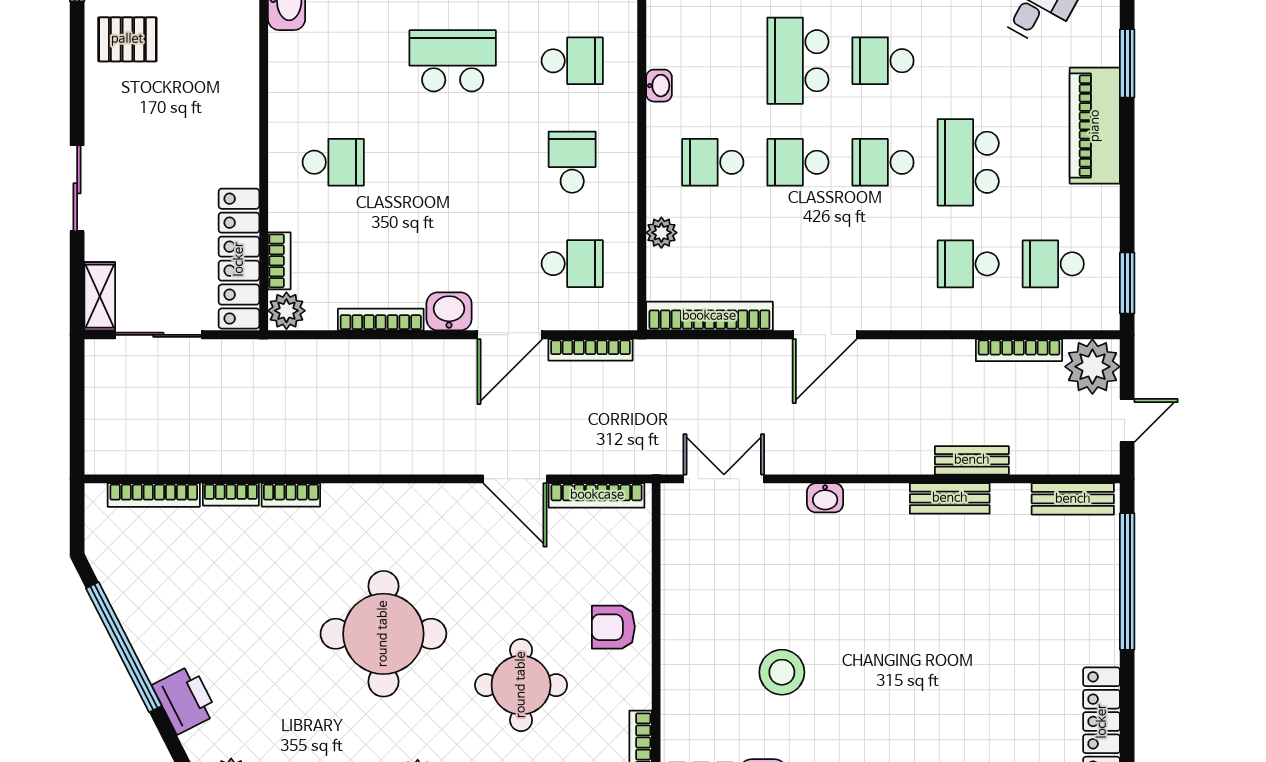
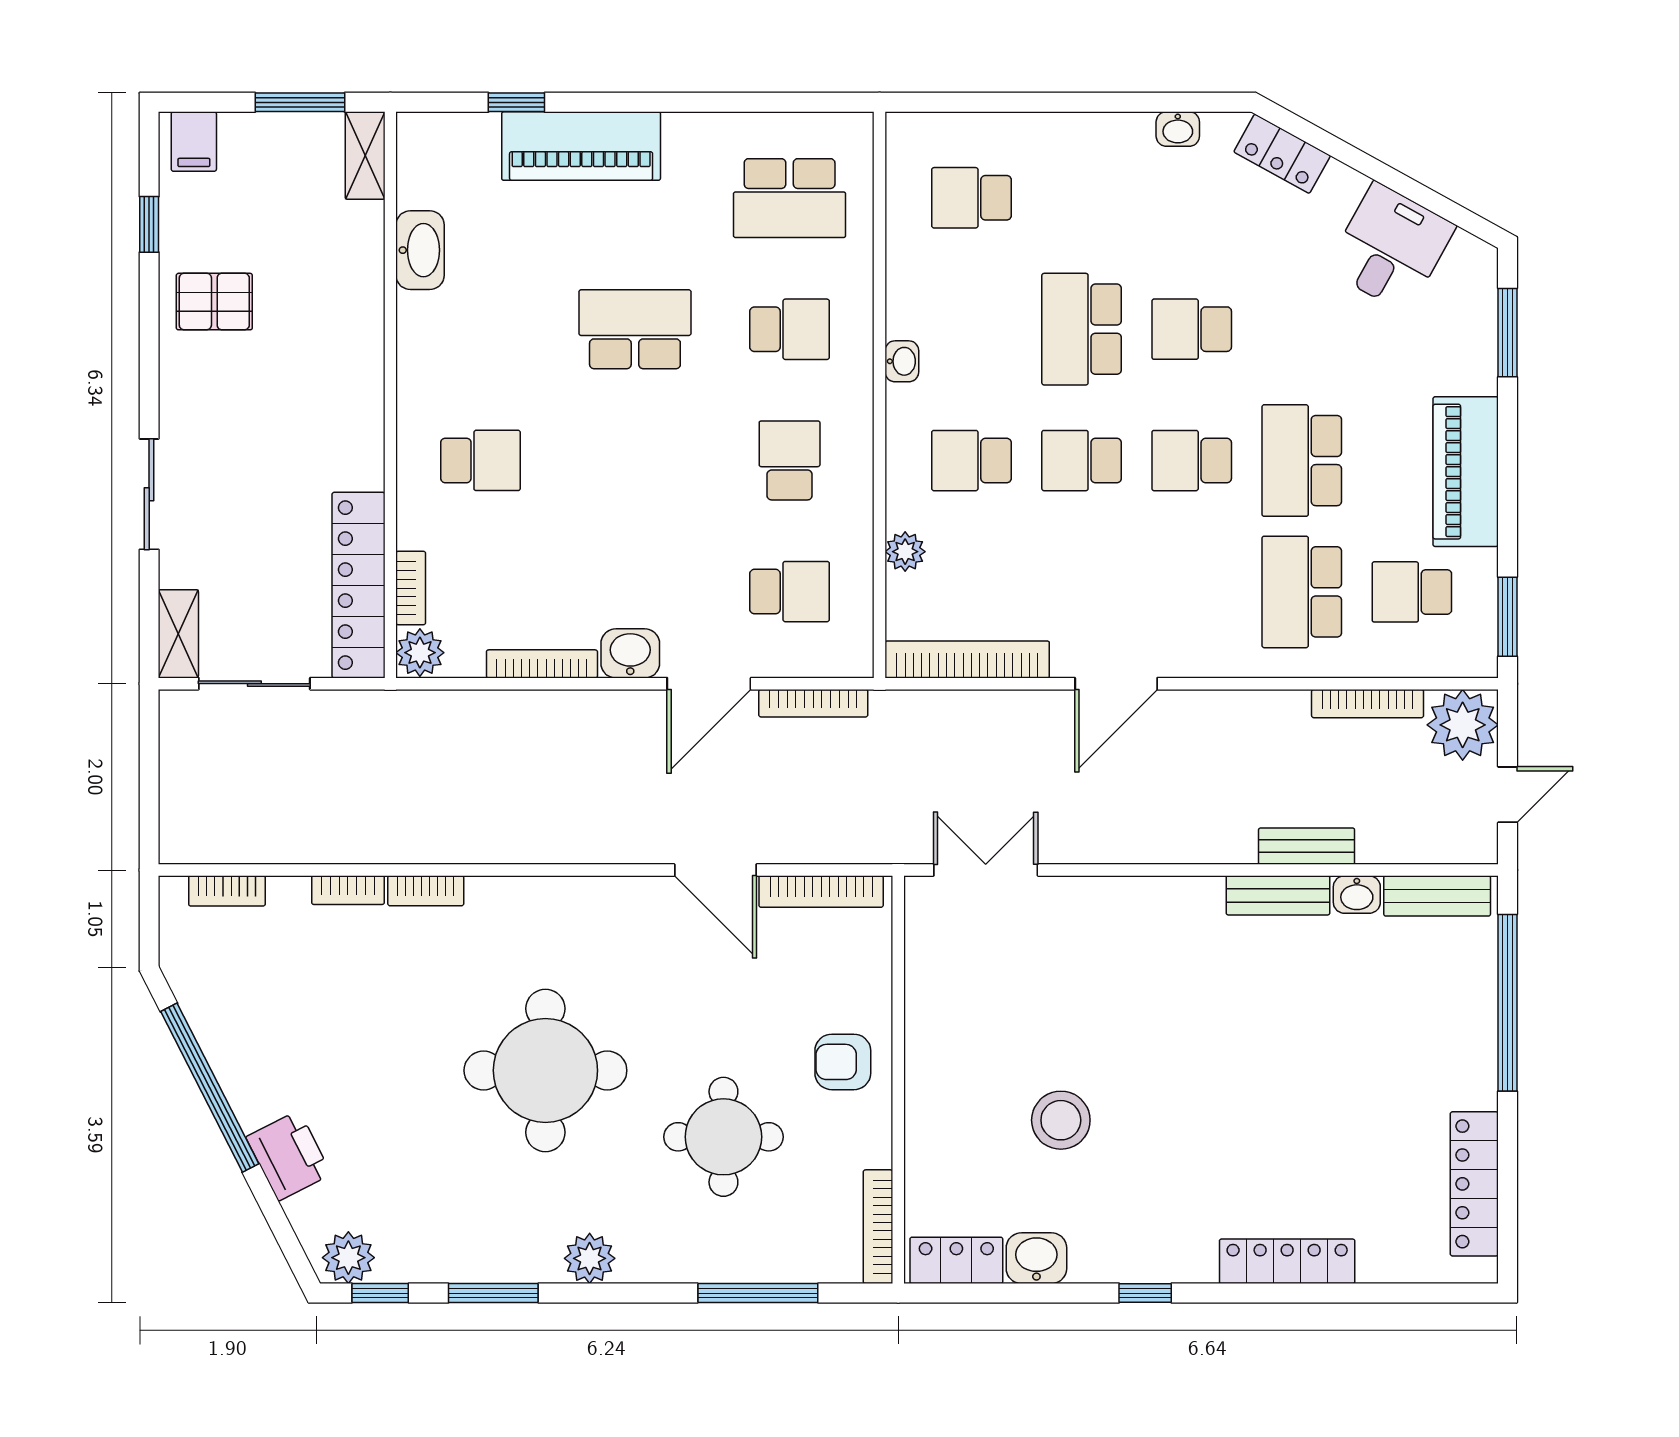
piano: (1095, 126) -> (1466, 472), moved
school desk: (968, 264) -> (1302, 592), width x1.85
bookcase: (154, 495) -> (227, 891), width x0.64
washbasin: (825, 498) -> (1357, 895), moved

